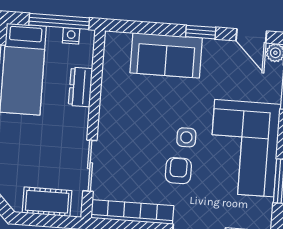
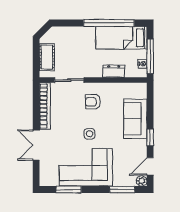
armchair: (178, 171) -> (93, 102), moved, turned 180

